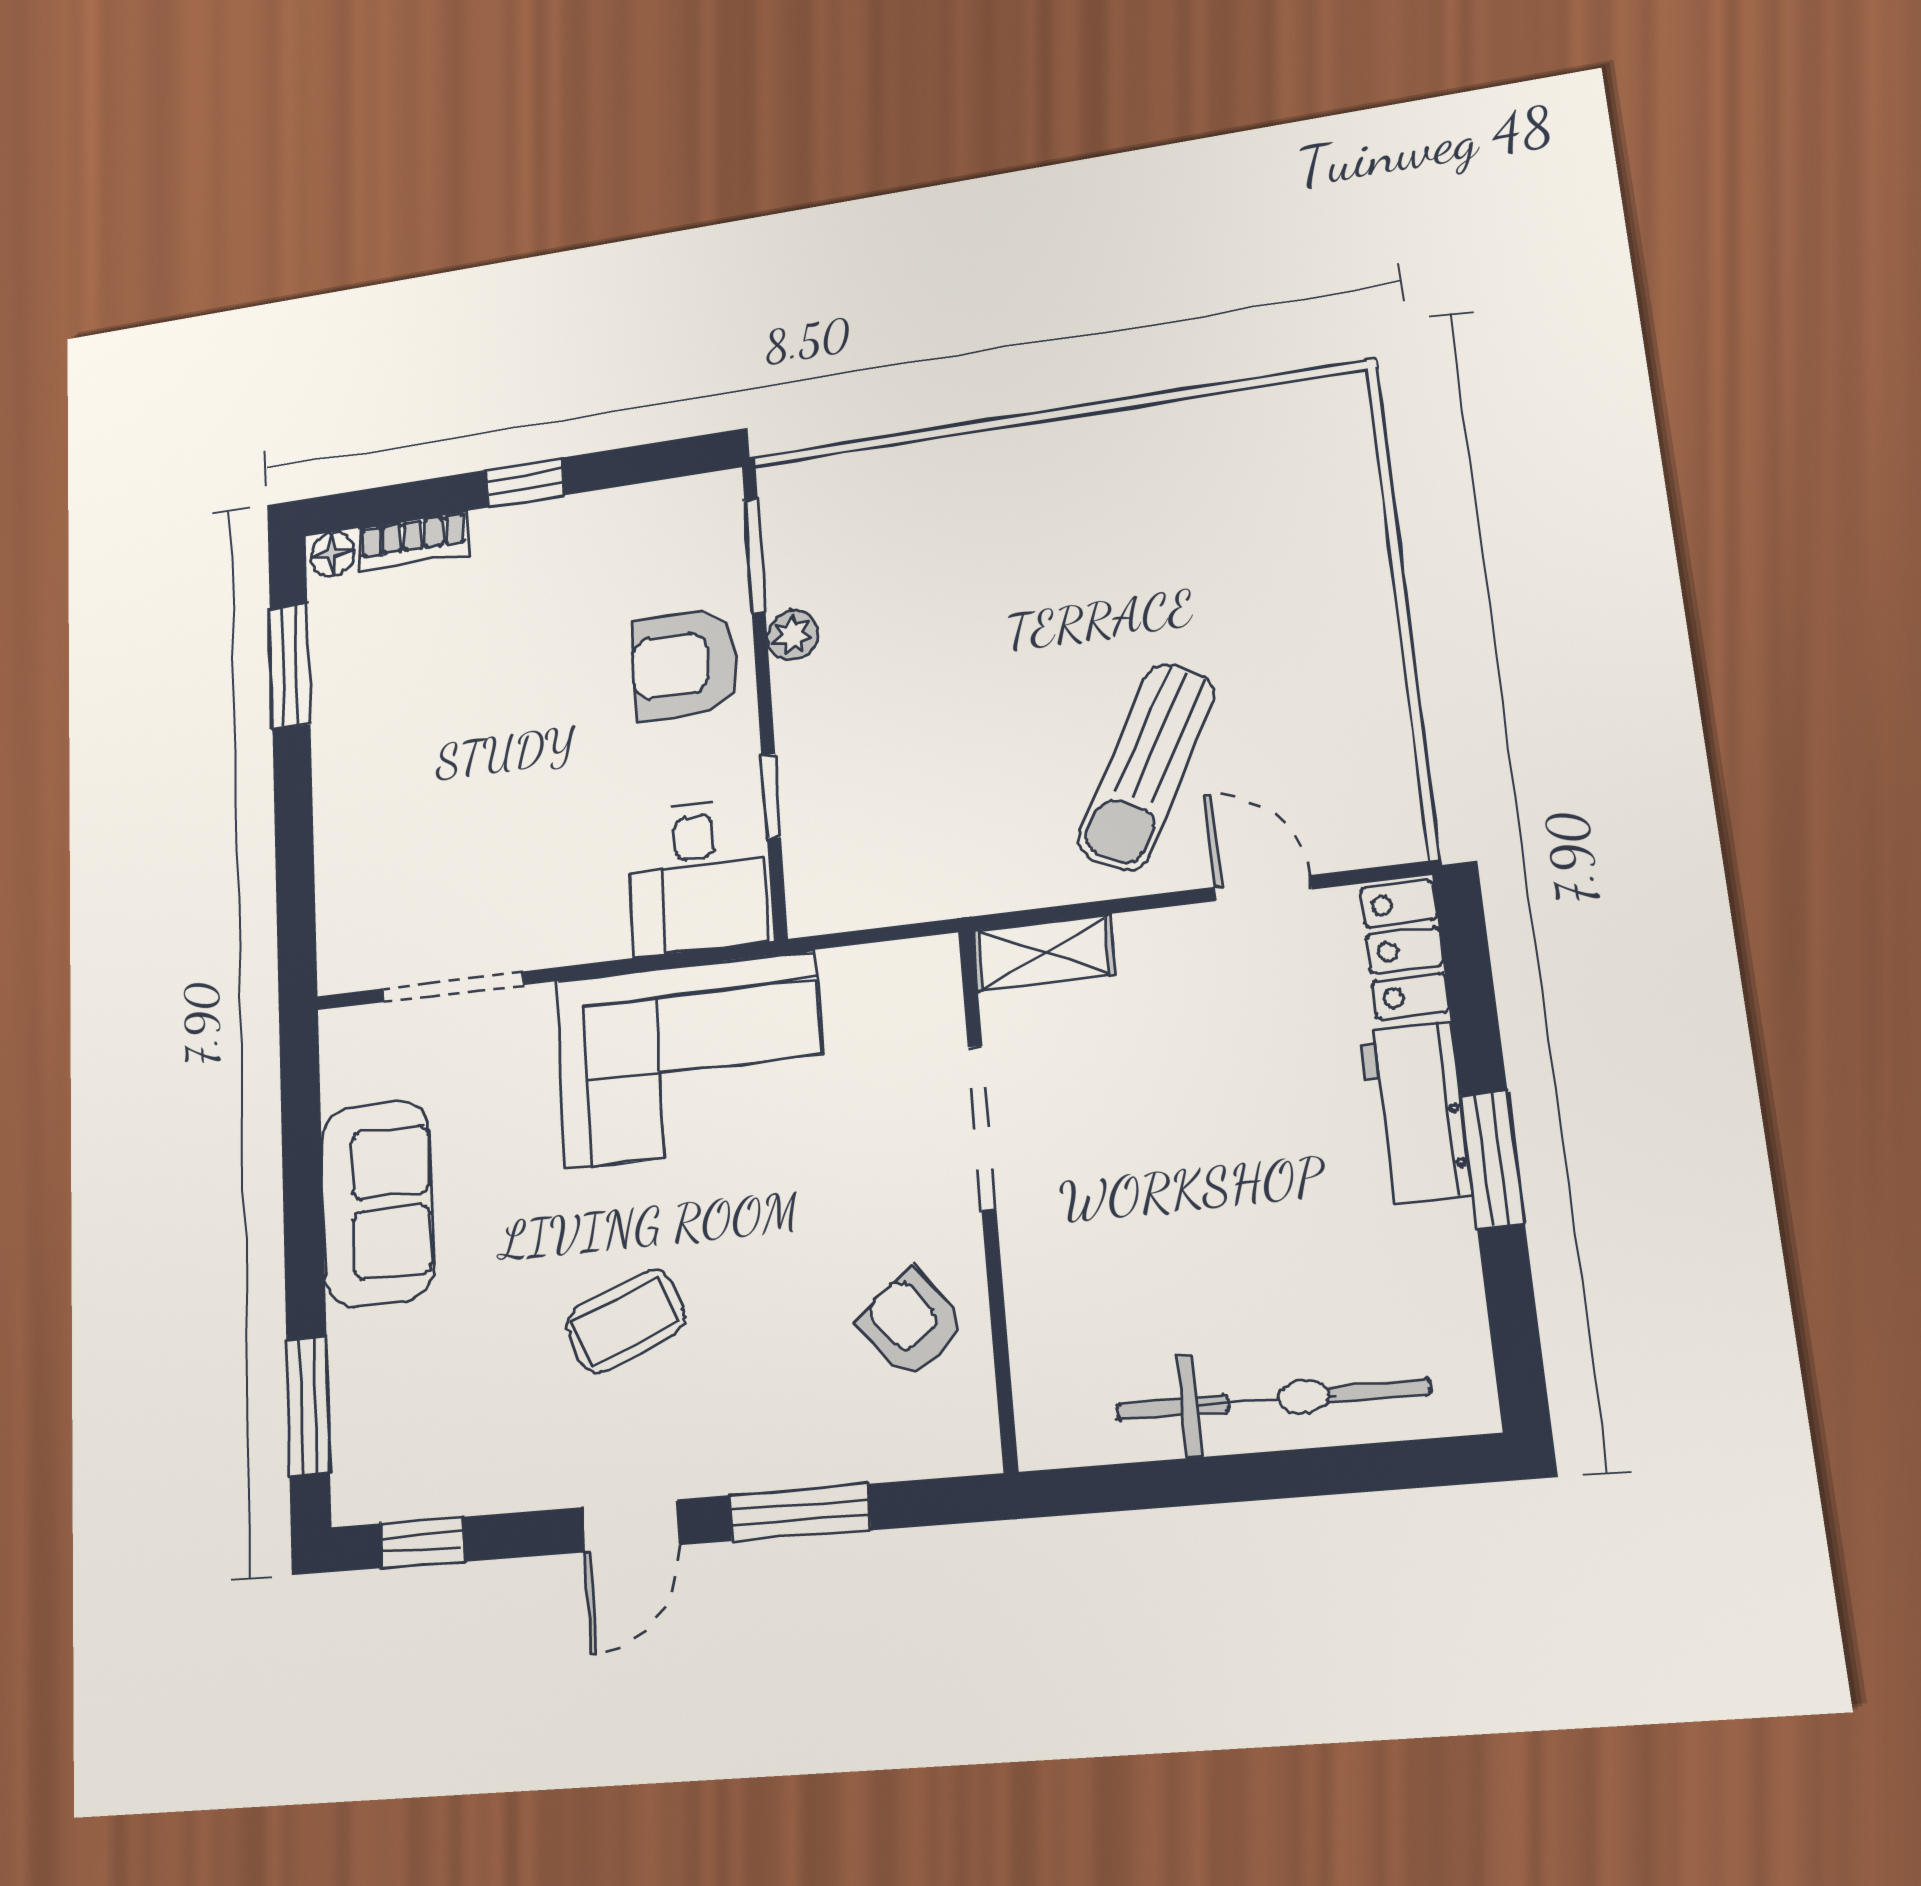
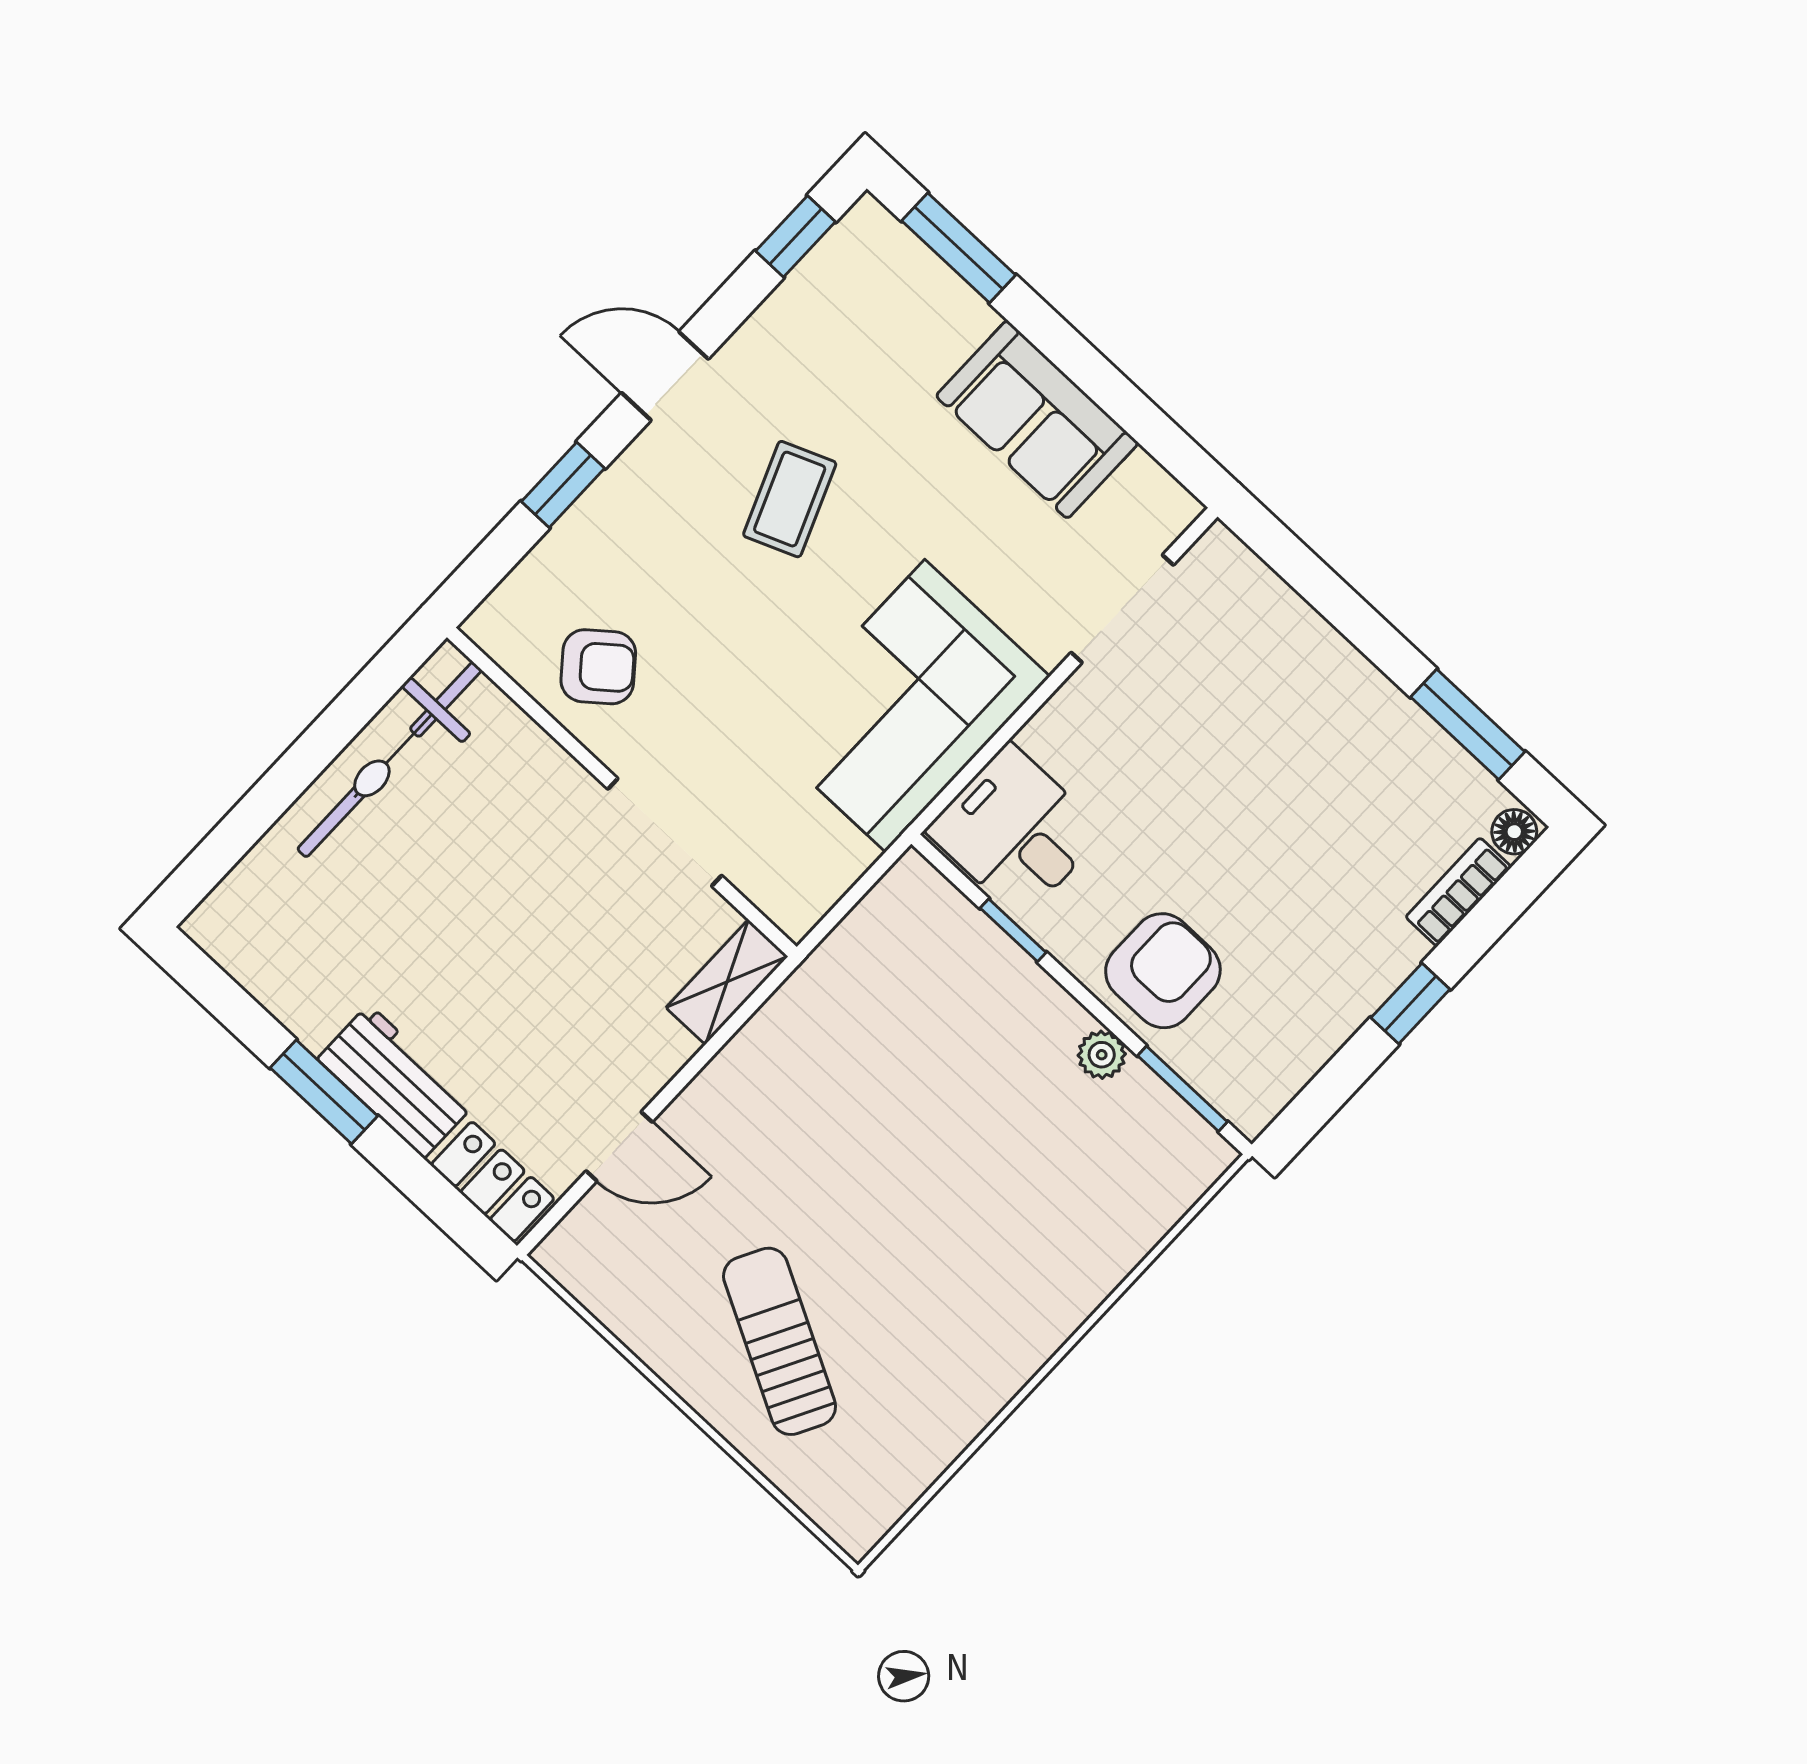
sun lounger: (1147, 767) -> (780, 1341), moved
bicycle: (1272, 1399) -> (389, 760), moved
window: (799, 1513) -> (563, 485), width x0.67
door: (631, 1526) -> (665, 376), hinge flipped

